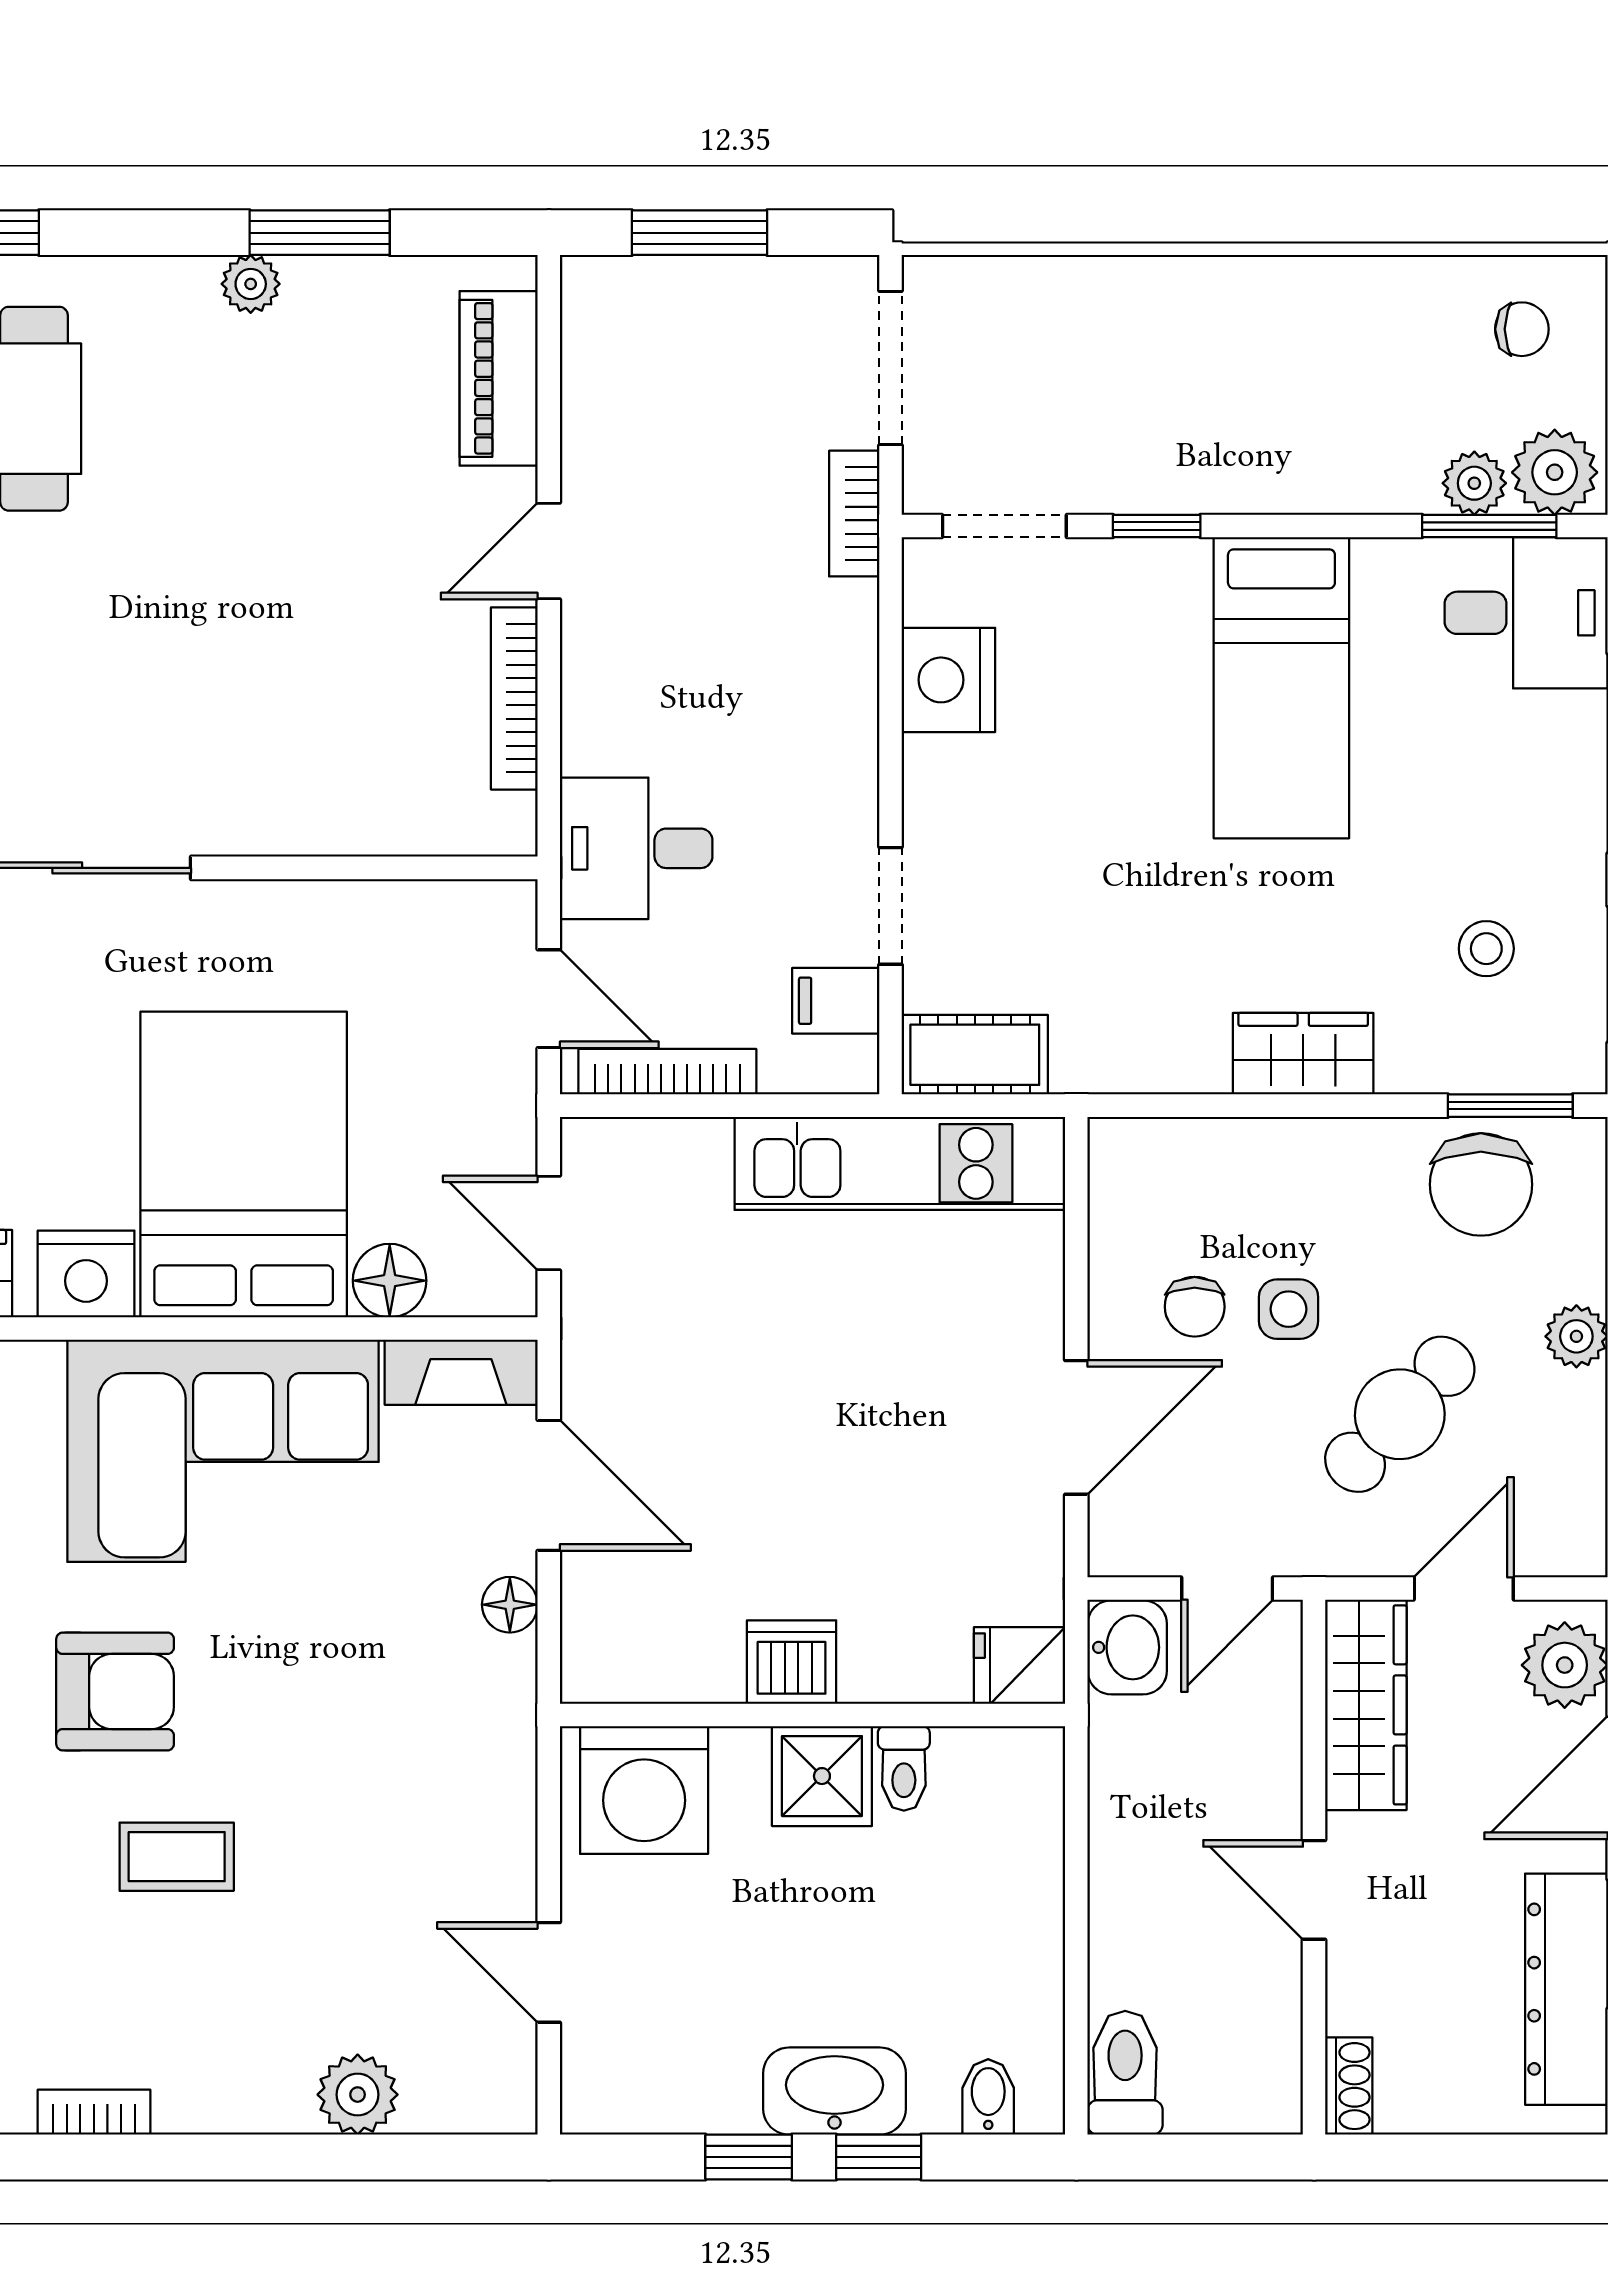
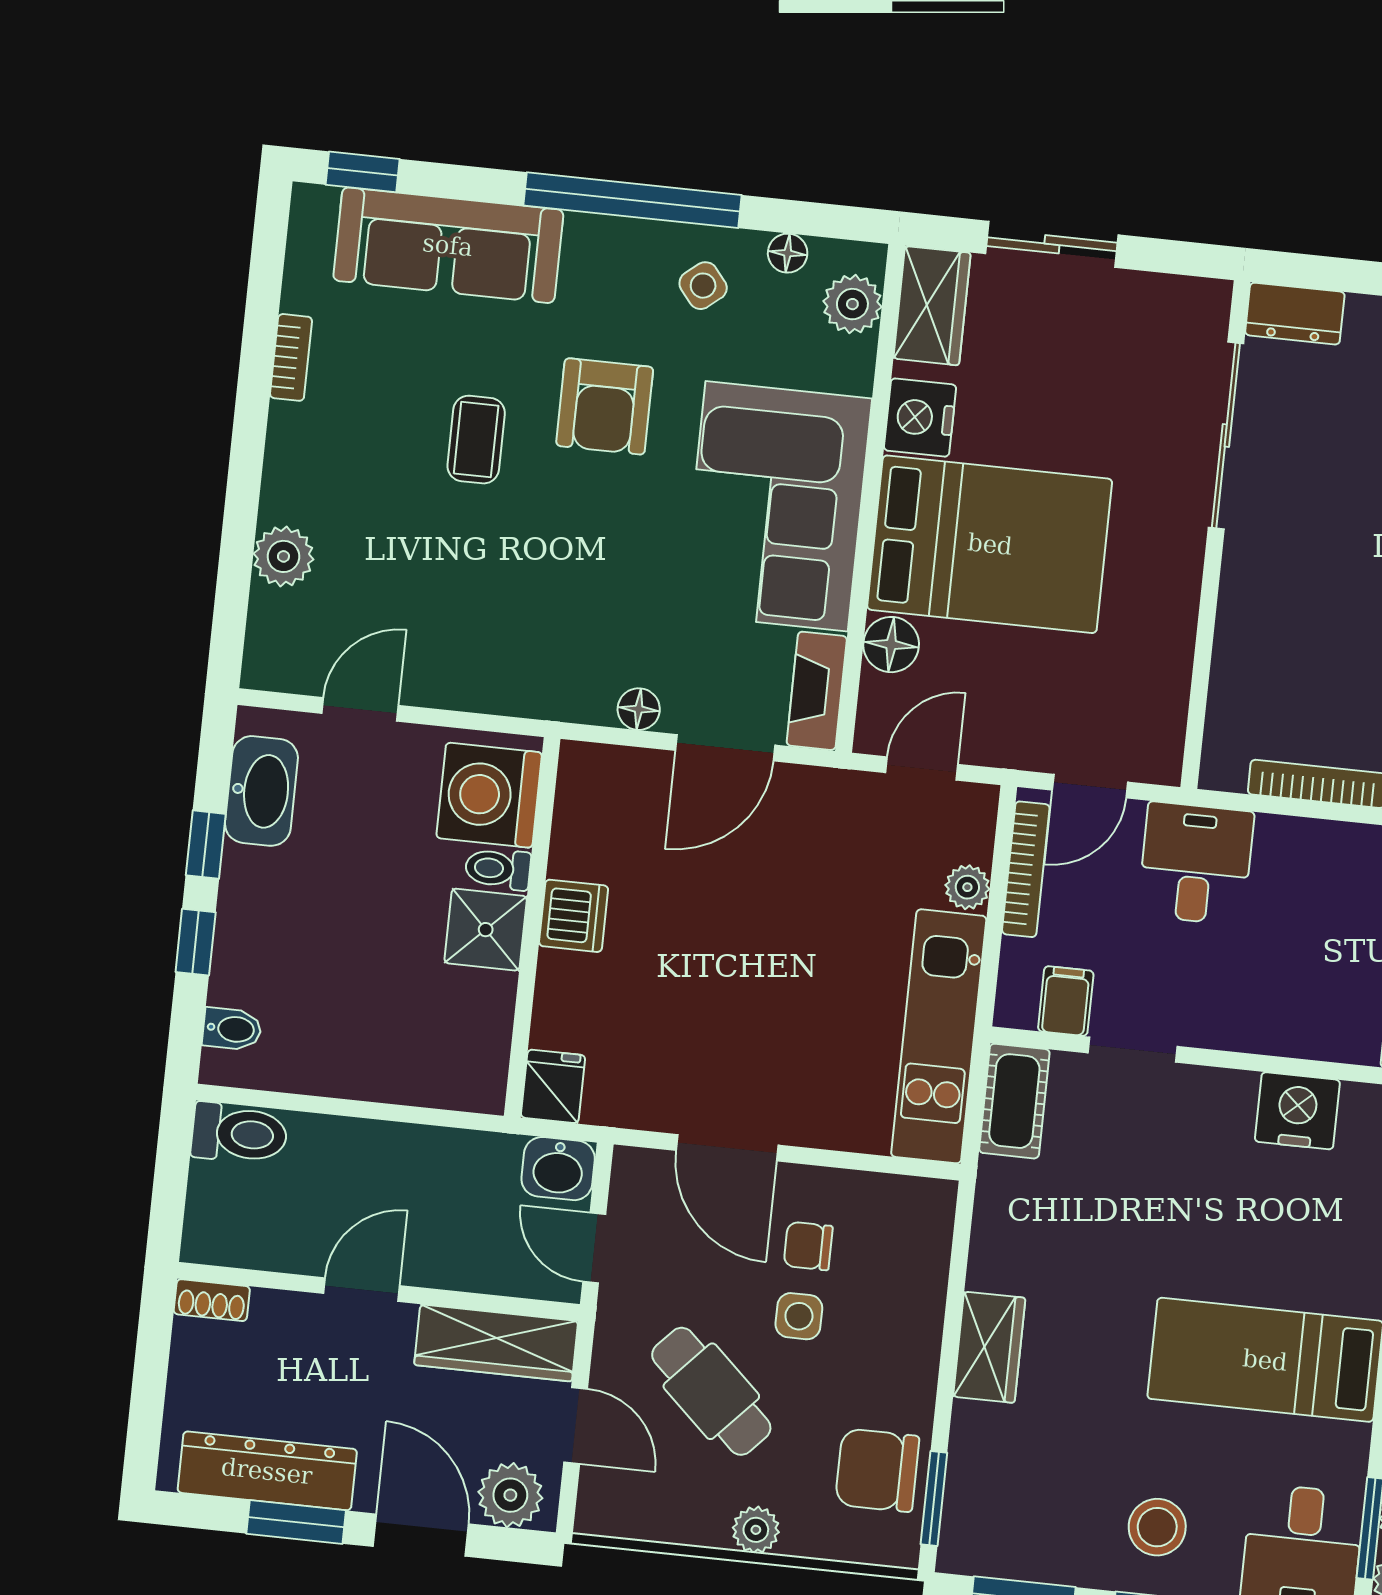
stool: (1486, 949) -> (1157, 1527), moved, width x1.37, depth x1.37
plant: (699, 1146) -> (967, 887), added
toilet: (904, 1768) -> (498, 869), moved
washbasin: (834, 2091) -> (261, 791), moved

